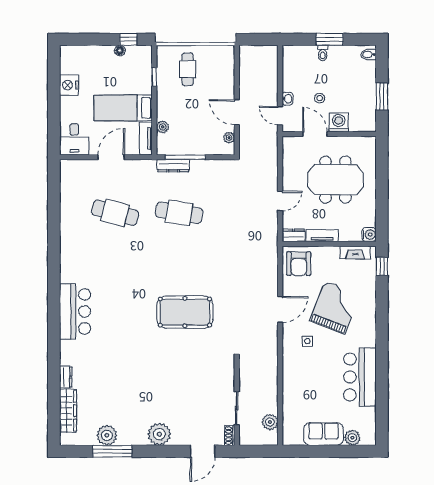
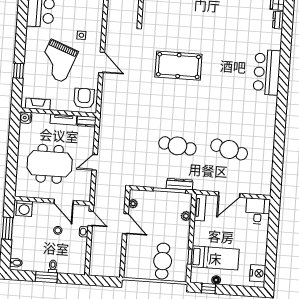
cafe table: (188, 69) -> (163, 261), width x1.37, depth x1.35
nightstand: (69, 85) -> (258, 273), moved
bed: (123, 108) -> (215, 258), moved
washing machine: (339, 122) -> (24, 208), moved
door: (280, 201) -> (95, 162), moved
window: (382, 266) -> (19, 71), moved
door: (280, 309) -> (102, 62), swing flipped

